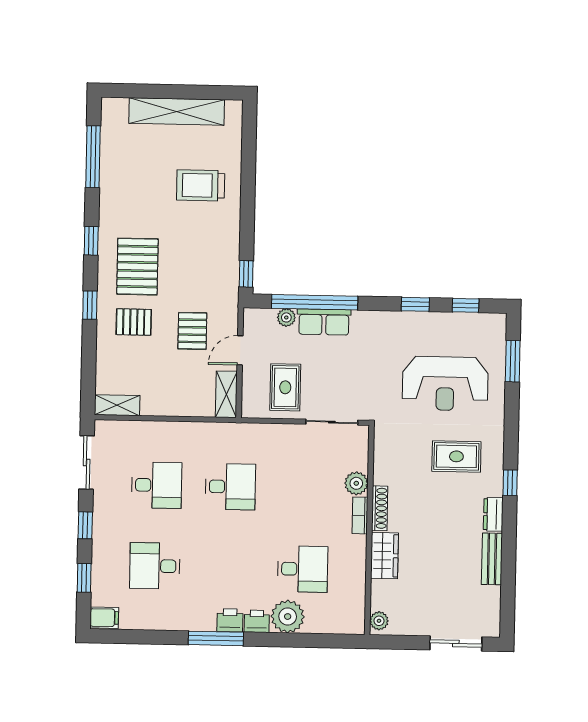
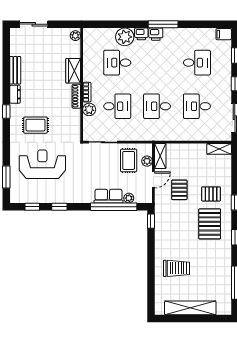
plant: (251, 385) -> (147, 161), added
desk: (304, 488) -> (117, 106), added

